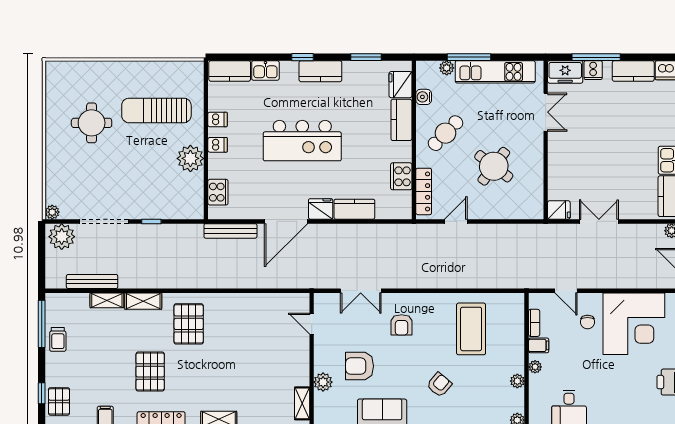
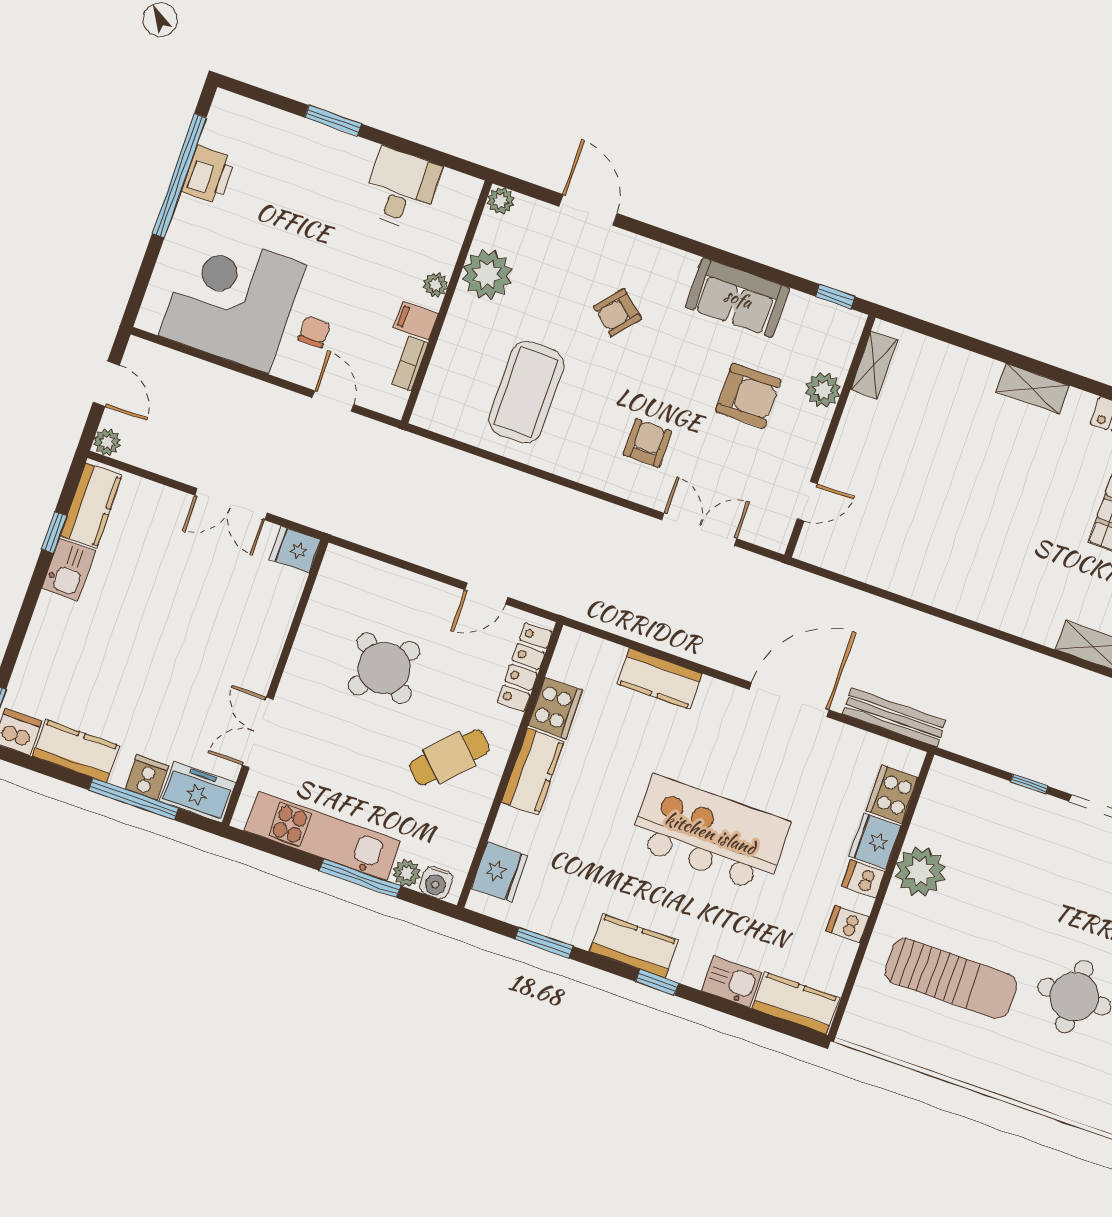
water cooler: (424, 97) -> (436, 883), moved, turned 90
kitchen counter: (401, 120) -> (533, 772), moved
fridge: (321, 209) -> (875, 841), moved, turned 90
pallet: (189, 324) -> (1027, 578), removed
door: (312, 324) -> (807, 501), hinge flipped
plant: (517, 381) -> (487, 274), width x1.88, depth x1.88

